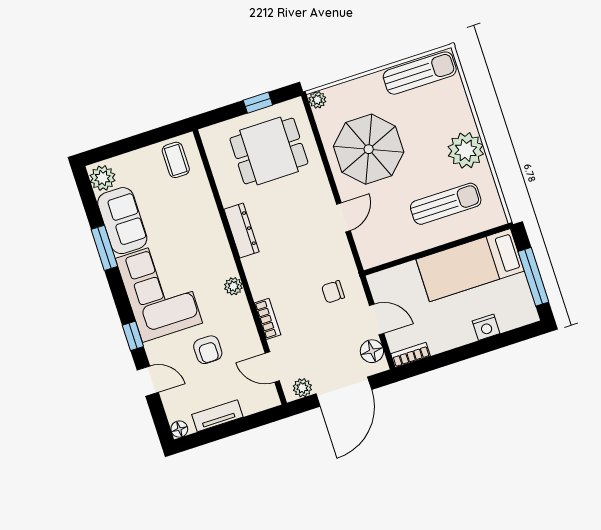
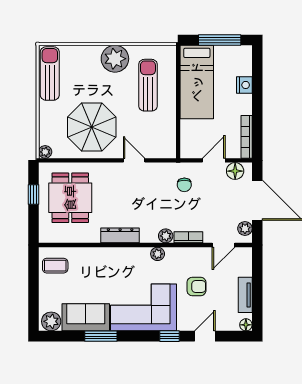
plant: (260, 289) -> (166, 236), added
bookcase: (411, 355) -> (247, 137), width x1.56

